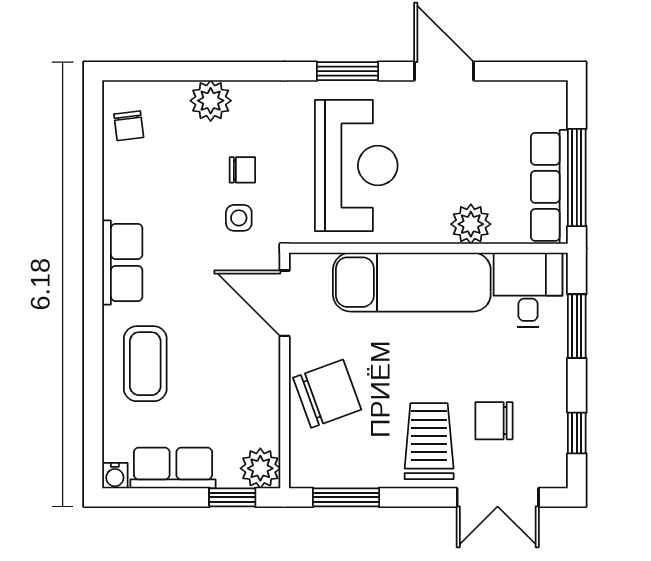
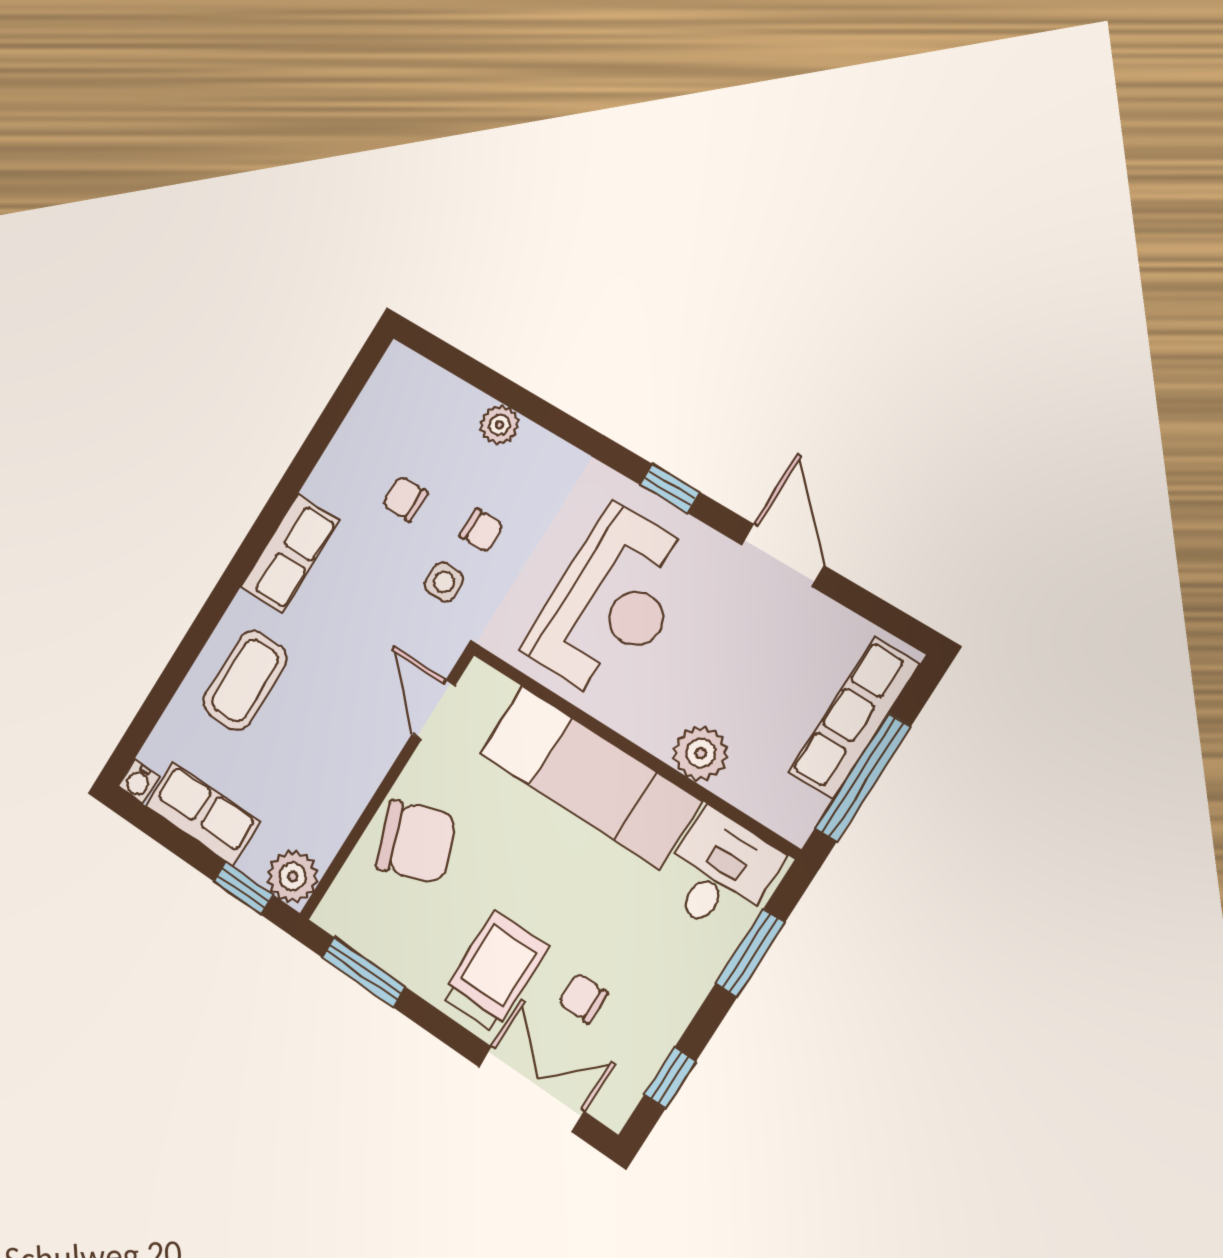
window: (347, 71) -> (670, 488), width x0.67
plant: (211, 101) -> (500, 425), width x0.73, depth x0.73
chair: (129, 126) -> (405, 499), moved, turned 97
row of seats: (549, 187) -> (854, 718), moved
door: (285, 303) -> (434, 710), width x0.73
chair: (494, 421) -> (583, 998), width x0.73, depth x0.73
double door: (498, 497) -> (531, 1089), swing flipped

